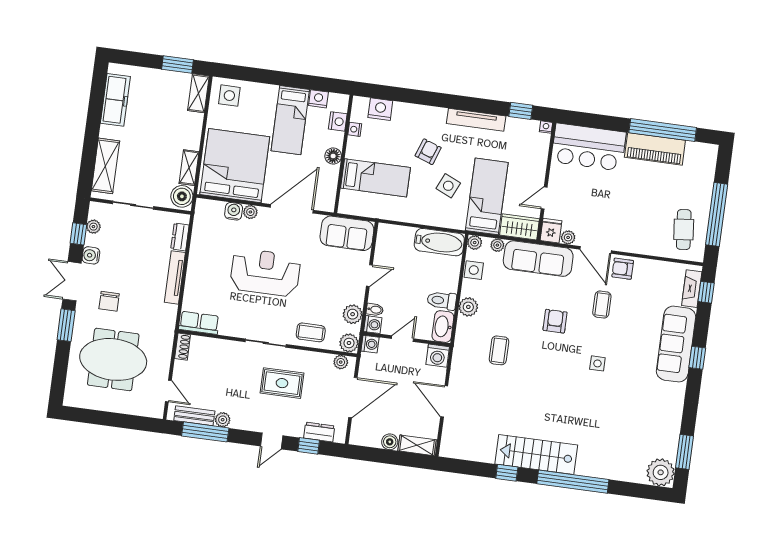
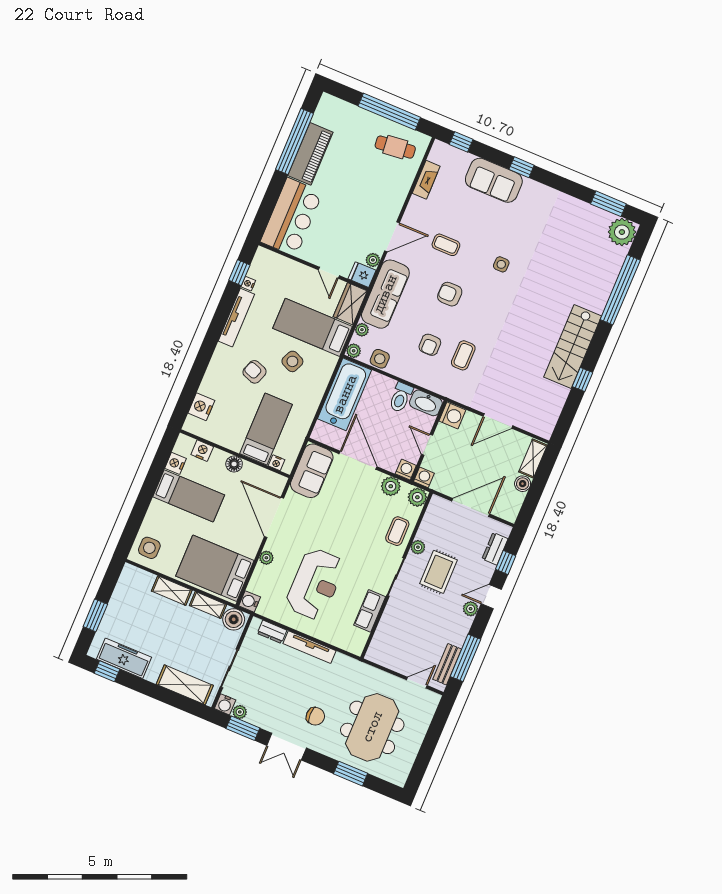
window: (177, 64) -> (95, 615), moved
window: (98, 87) -> (107, 671), added
shelving: (198, 93) -> (172, 591), moved
nightstand: (546, 127) -> (248, 284), moved
nightstand: (355, 129) -> (277, 463), moved
bed: (235, 166) -> (215, 568), width x0.73
water cooler: (234, 211) -> (250, 601), moved
window: (78, 234) -> (243, 728), width x1.50
bathtub: (439, 242) -> (345, 394), width x1.36, depth x1.36
water cooler: (91, 255) -> (225, 704), moved
armchair: (623, 269) -> (430, 345), moved
reception desk: (265, 272) -> (315, 584), moved, turned 180
door: (369, 276) -> (358, 460), width x1.87
fireplace: (692, 289) -> (426, 180), moved, turned -90
plant: (468, 307) -> (414, 374), removed
bidet: (375, 310) -> (392, 464), removed
row of seats: (199, 323) -> (370, 611), moved
window: (66, 325) -> (351, 774), moved
sofa: (676, 344) -> (494, 180), width x0.73
shoe rack: (183, 347) -> (378, 658), removed
coffee table: (499, 350) -> (463, 355), turned 90
plant: (341, 362) -> (418, 547), moved
door: (353, 398) -> (471, 508), hinge flipped
plant: (223, 420) -> (471, 609), moved
door: (272, 441) -> (491, 597), swing flipped
window: (573, 482) -> (620, 290), moved

